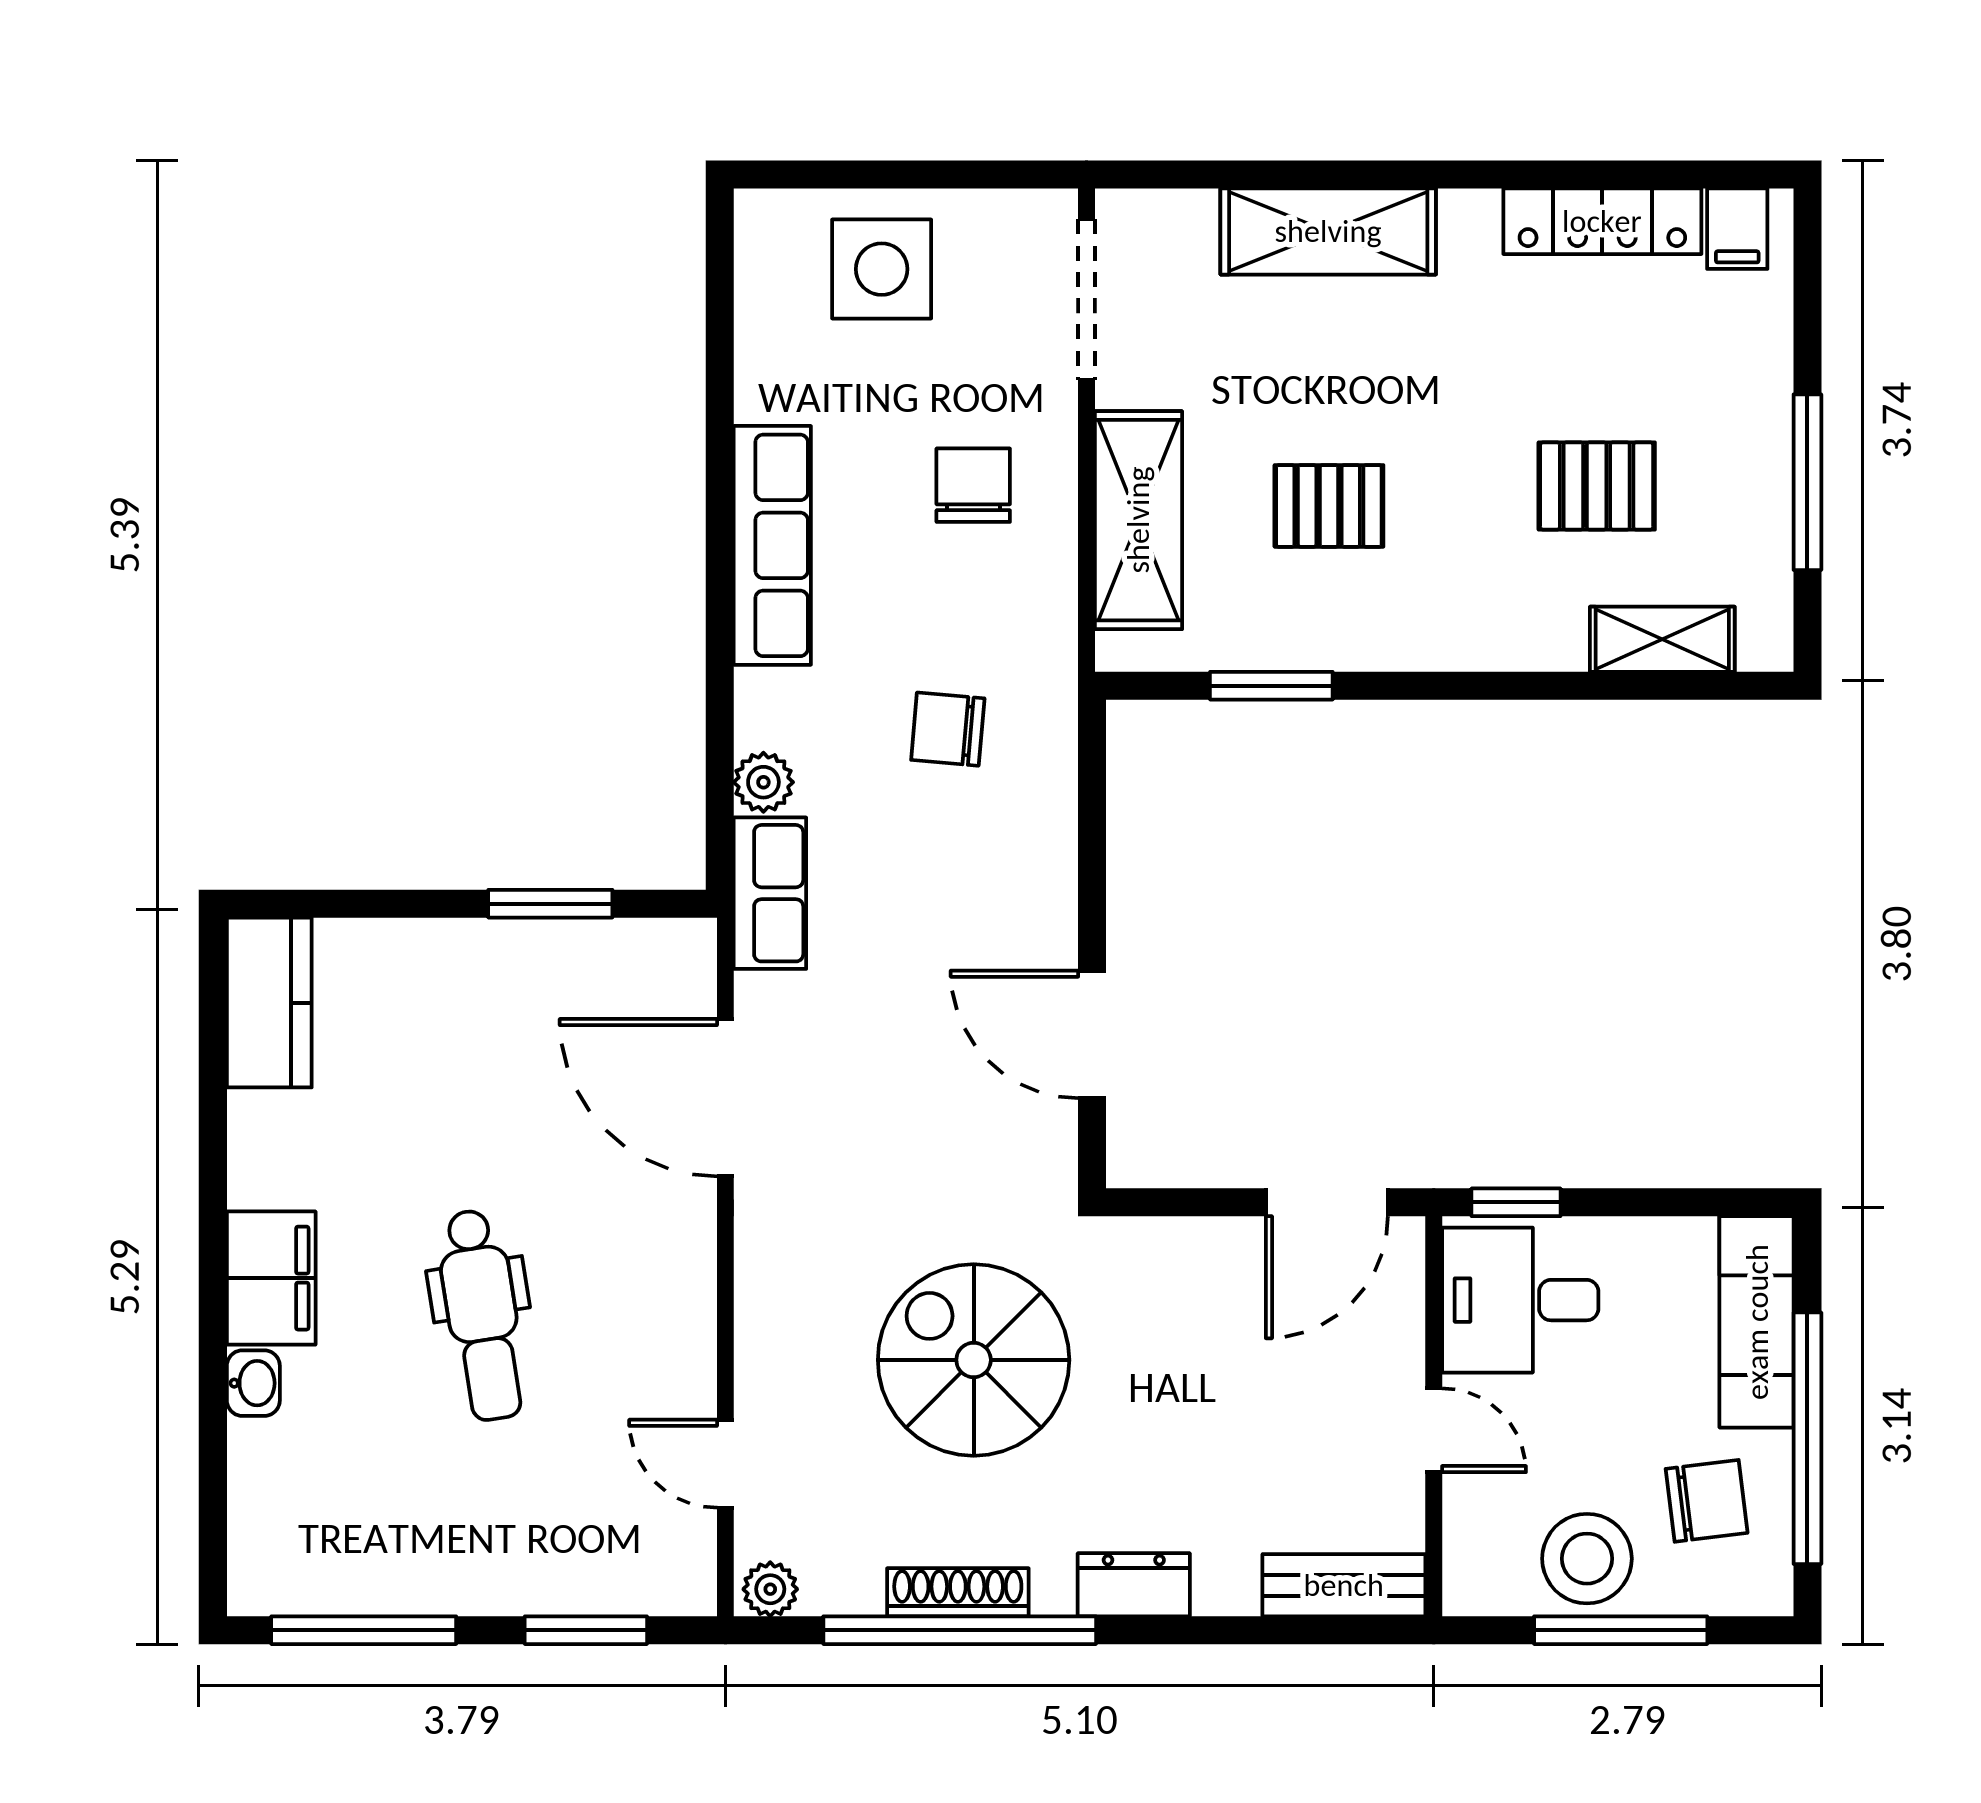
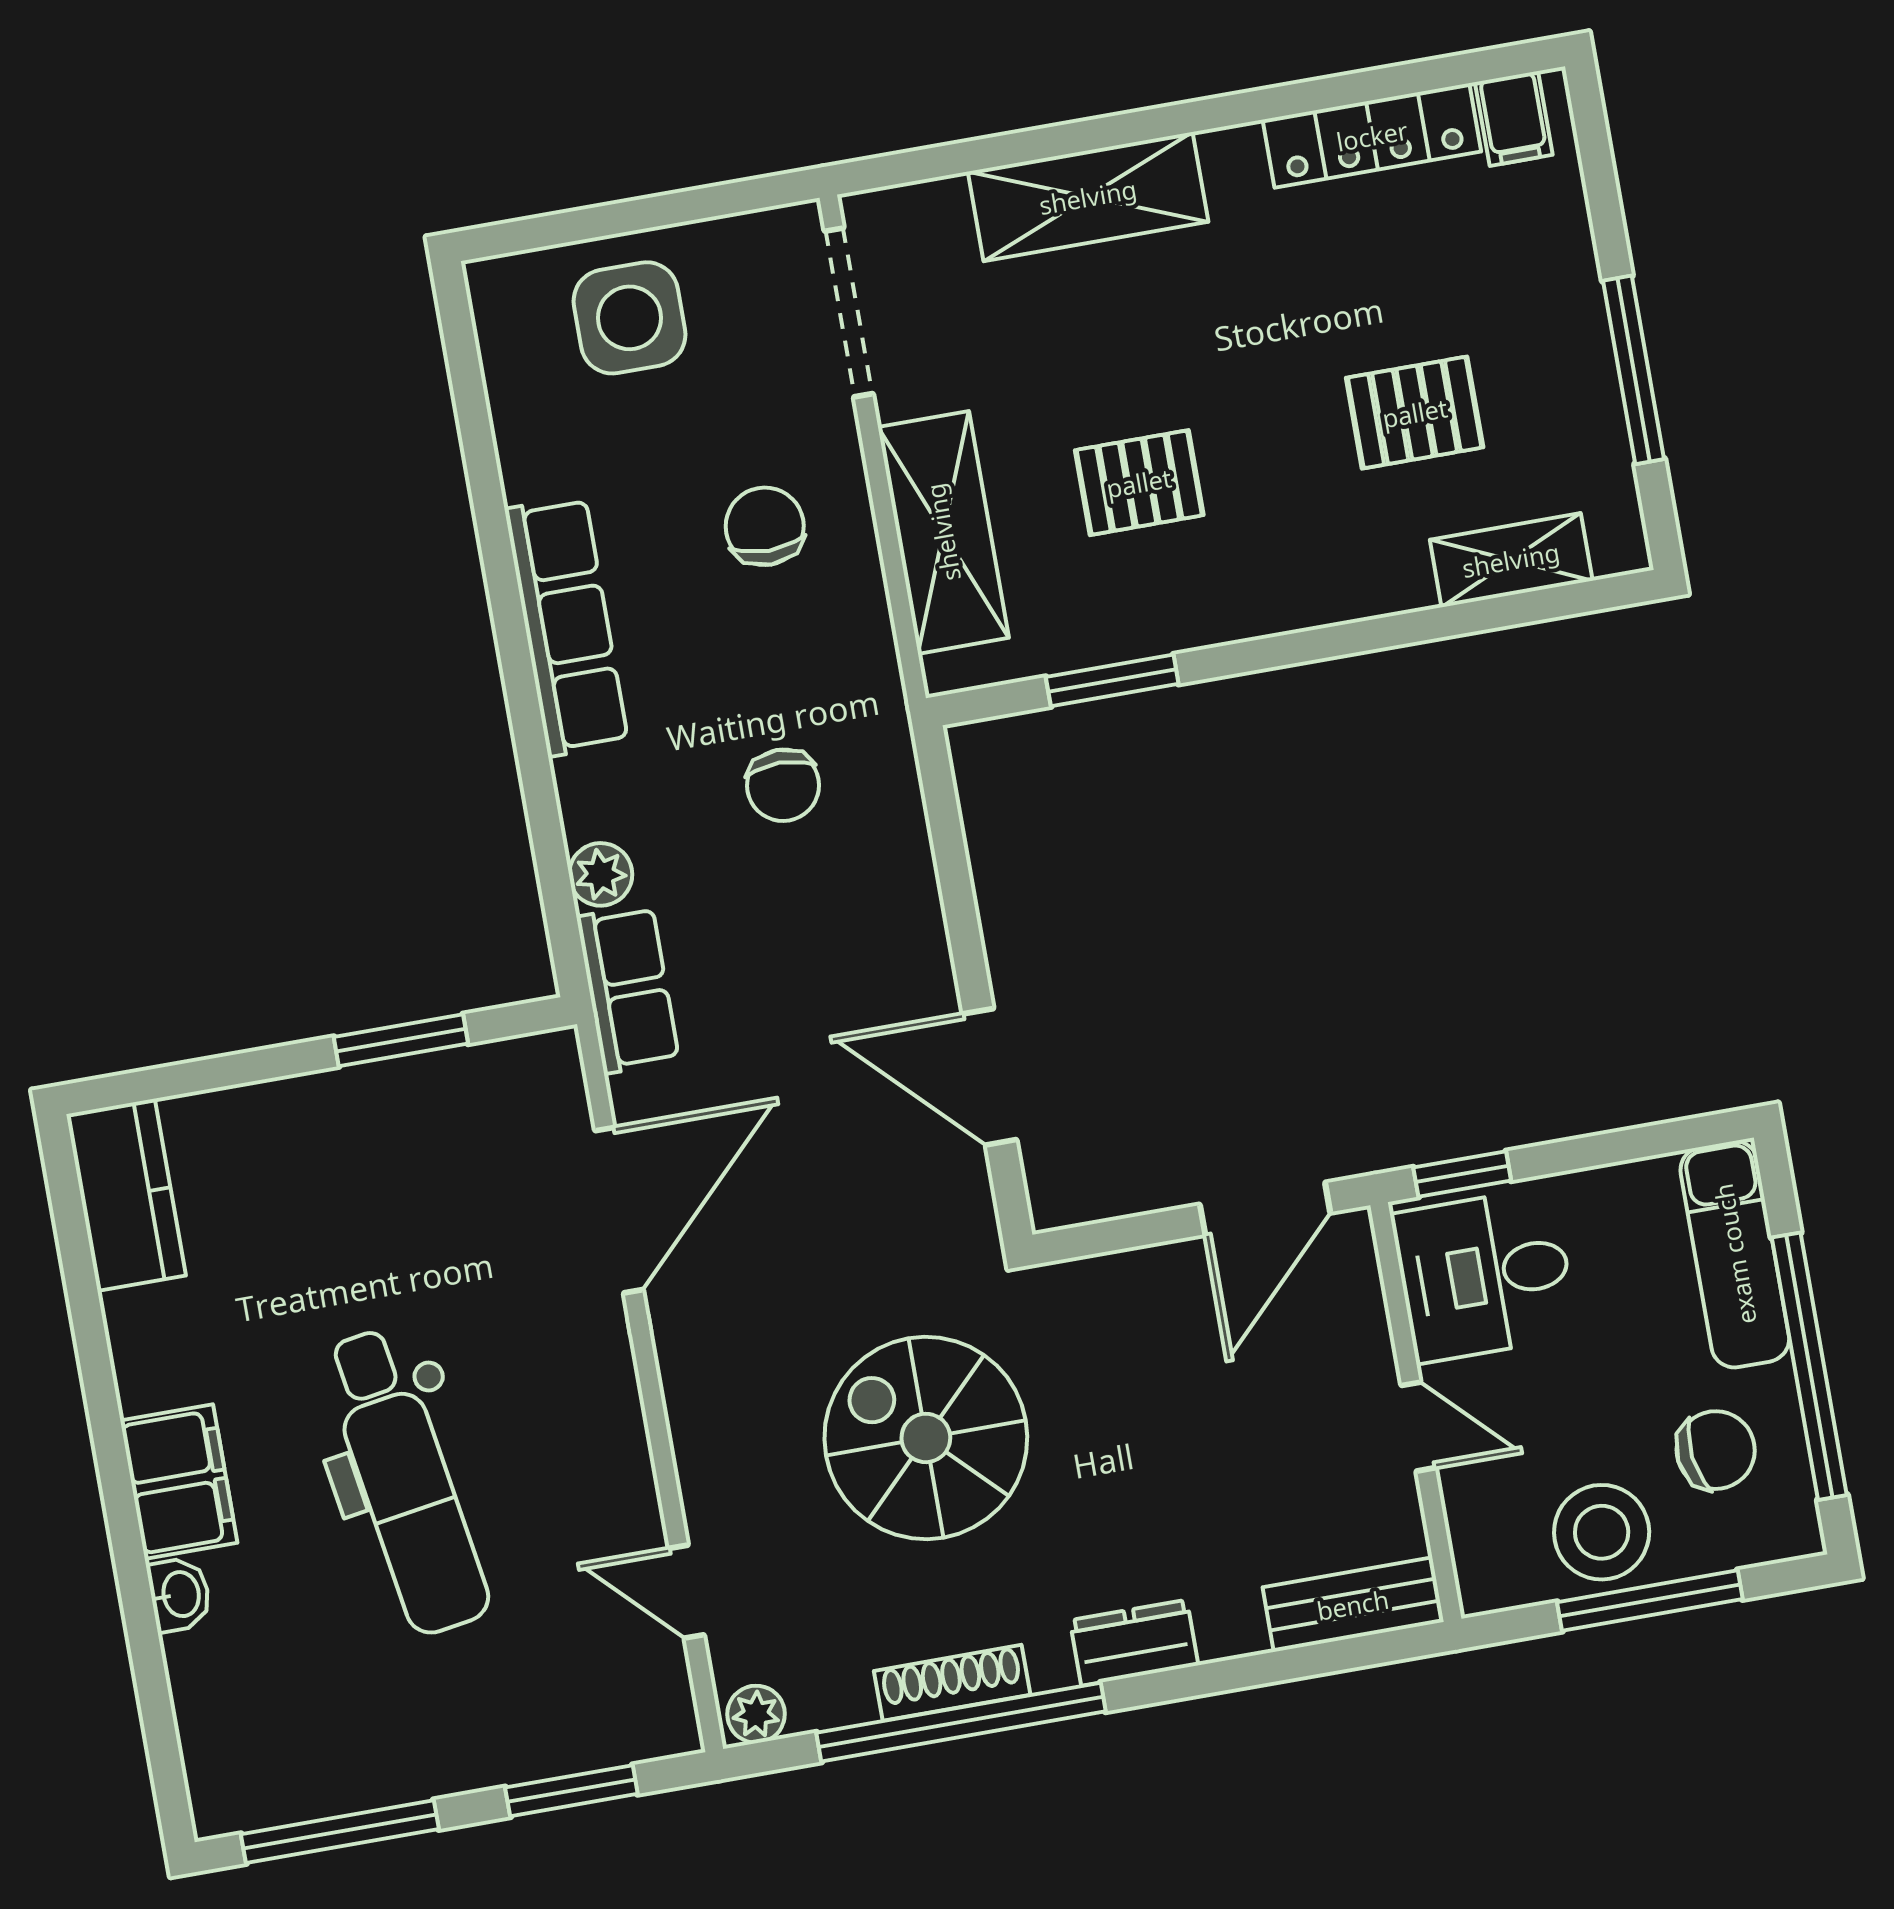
chair: (948, 729) -> (783, 785), turned -95
door: (725, 1098) -> (619, 1210), swing flipped
dental chair: (482, 1315) -> (405, 1481), width x1.36, depth x1.38

